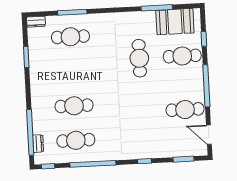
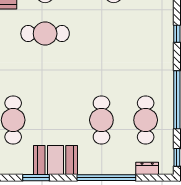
booth: (41, 72) -> (55, 160), added
window: (30, 132) -> (106, 178), moved

